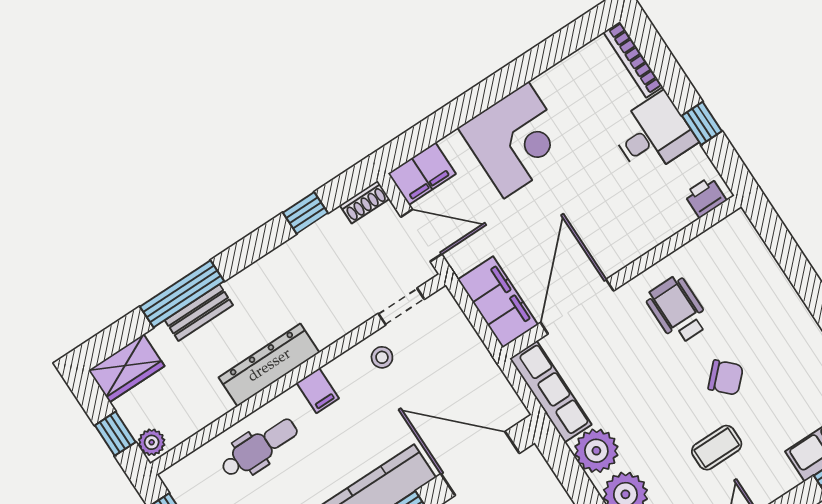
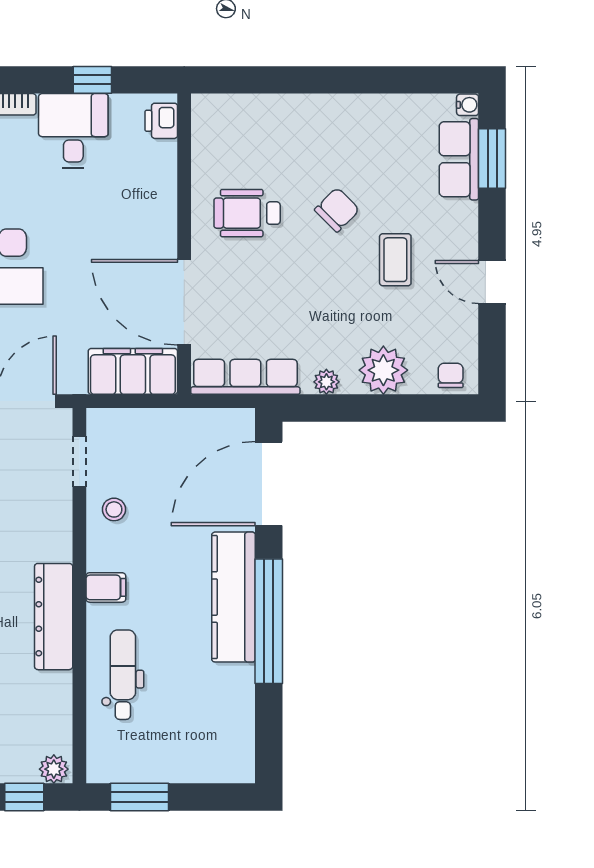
plant: (596, 451) -> (326, 382), width x0.53, depth x0.53

